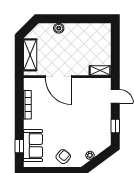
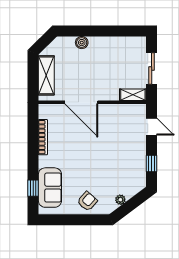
sliding door: (115, 49) -> (152, 69), added

